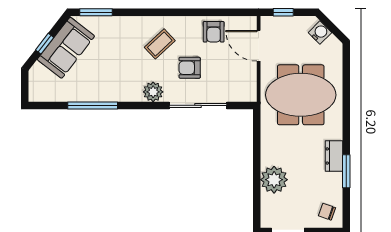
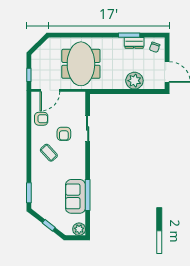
water cooler: (320, 33) -> (42, 52), removed
sofa: (66, 48) -> (75, 196), moved, turned -128
plant: (153, 92) -> (79, 229), moved
sliding door: (198, 105) -> (88, 129), width x0.73
dresser: (334, 156) -> (134, 43), moved

